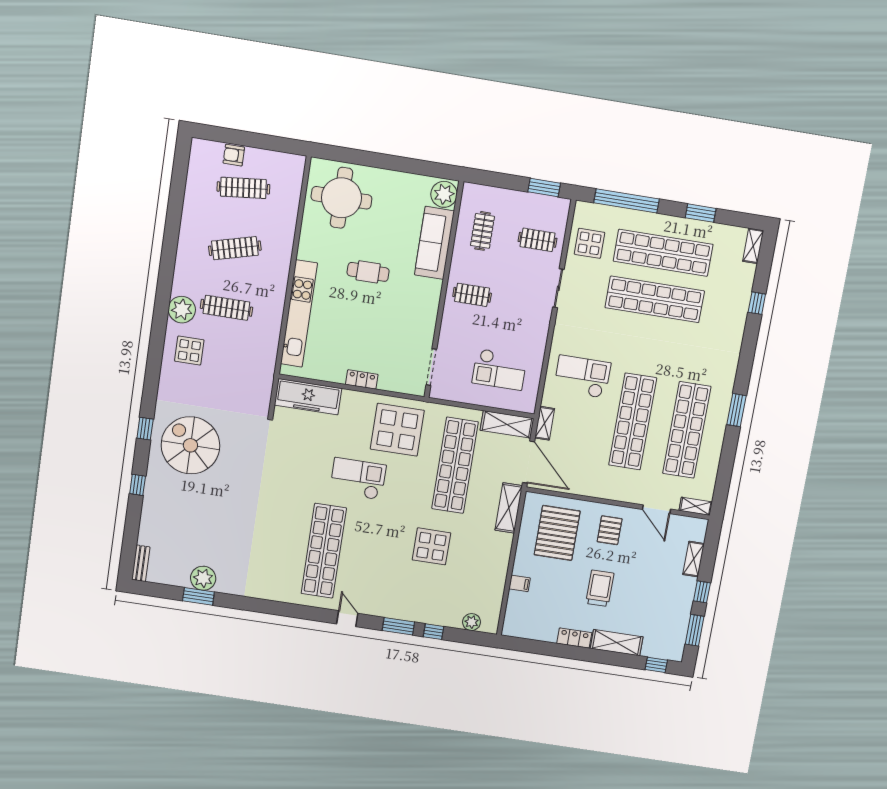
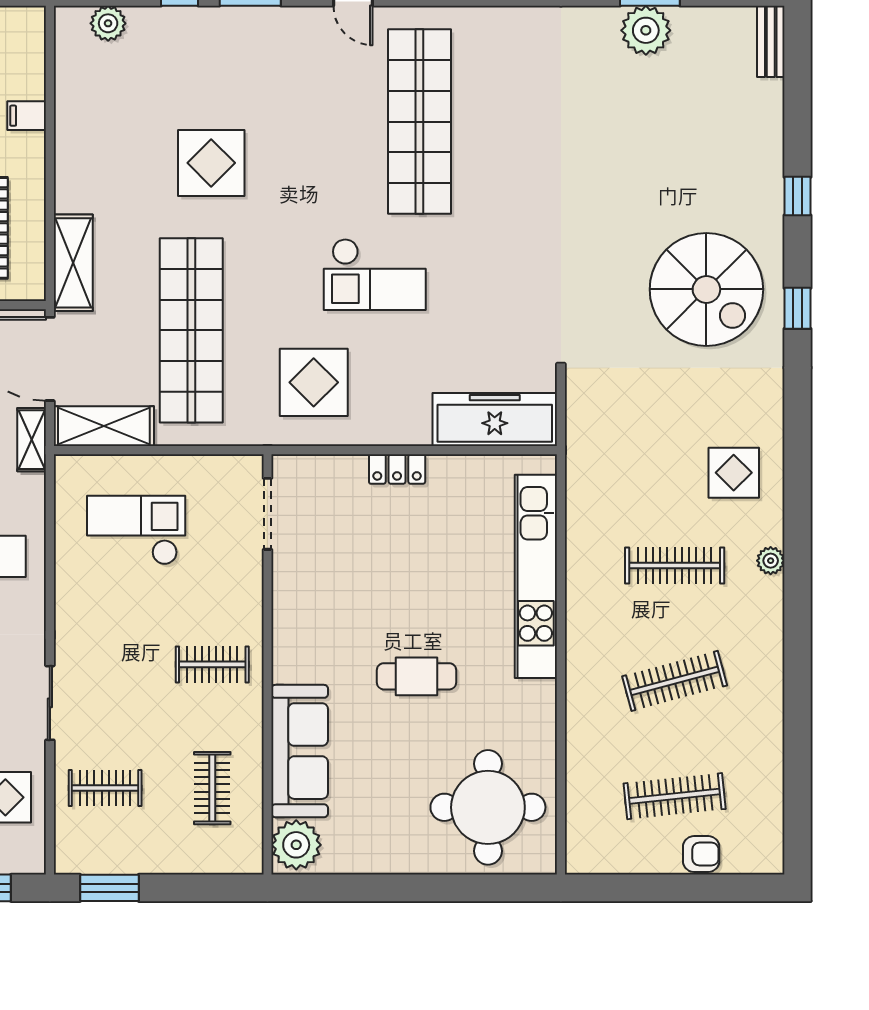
plant: (182, 310) -> (771, 561), width x0.53, depth x0.53
display table: (397, 430) -> (314, 382), width x0.73, depth x0.73

